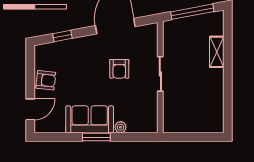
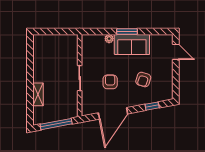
armchair: (46, 80) -> (143, 80), moved, turned -79
door: (30, 109) -> (176, 52), swing flipped

